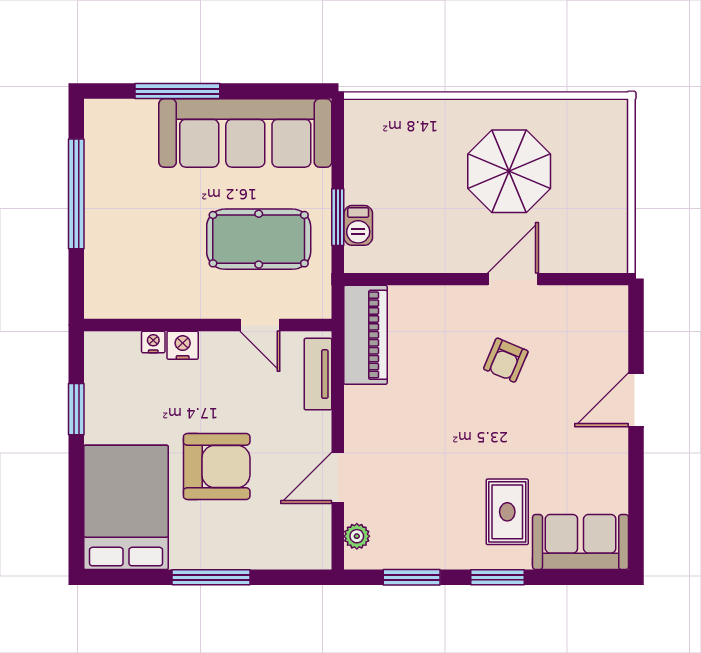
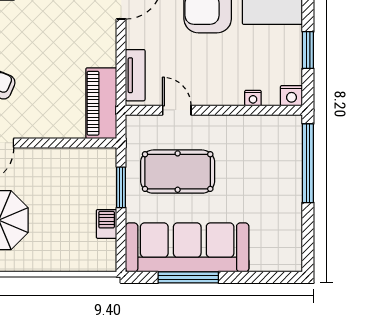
window: (177, 91) -> (188, 277), moved
window: (76, 194) -> (308, 163), moved
barbecue: (358, 225) -> (107, 224), moved
nightstand: (183, 345) -> (291, 96), moved

